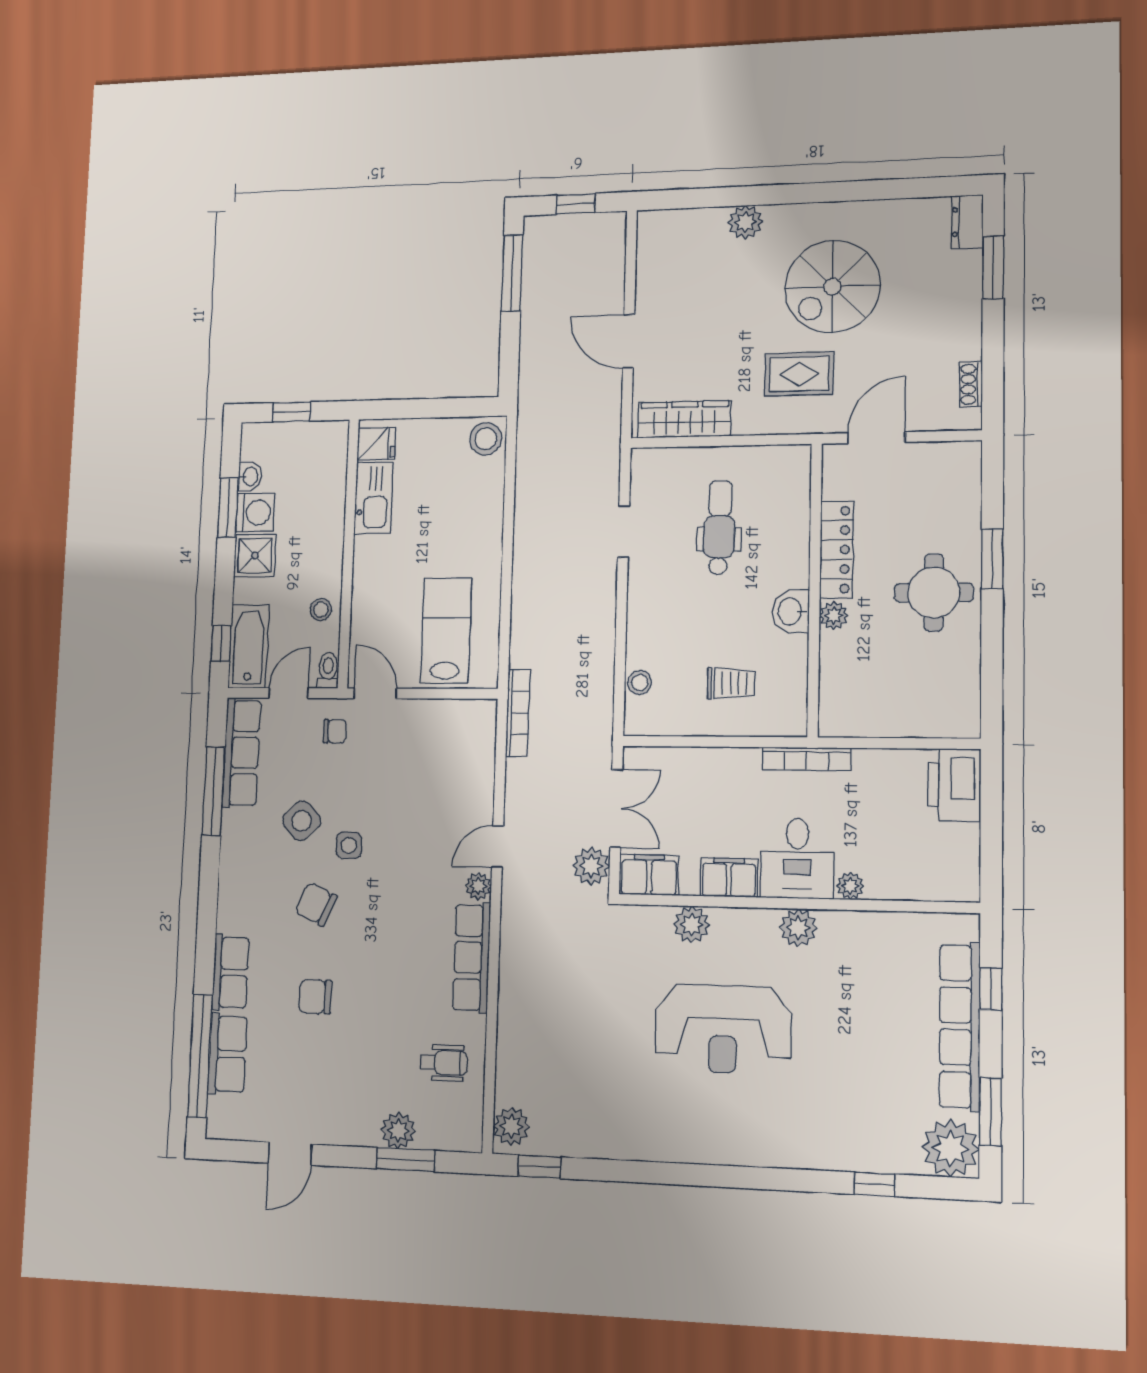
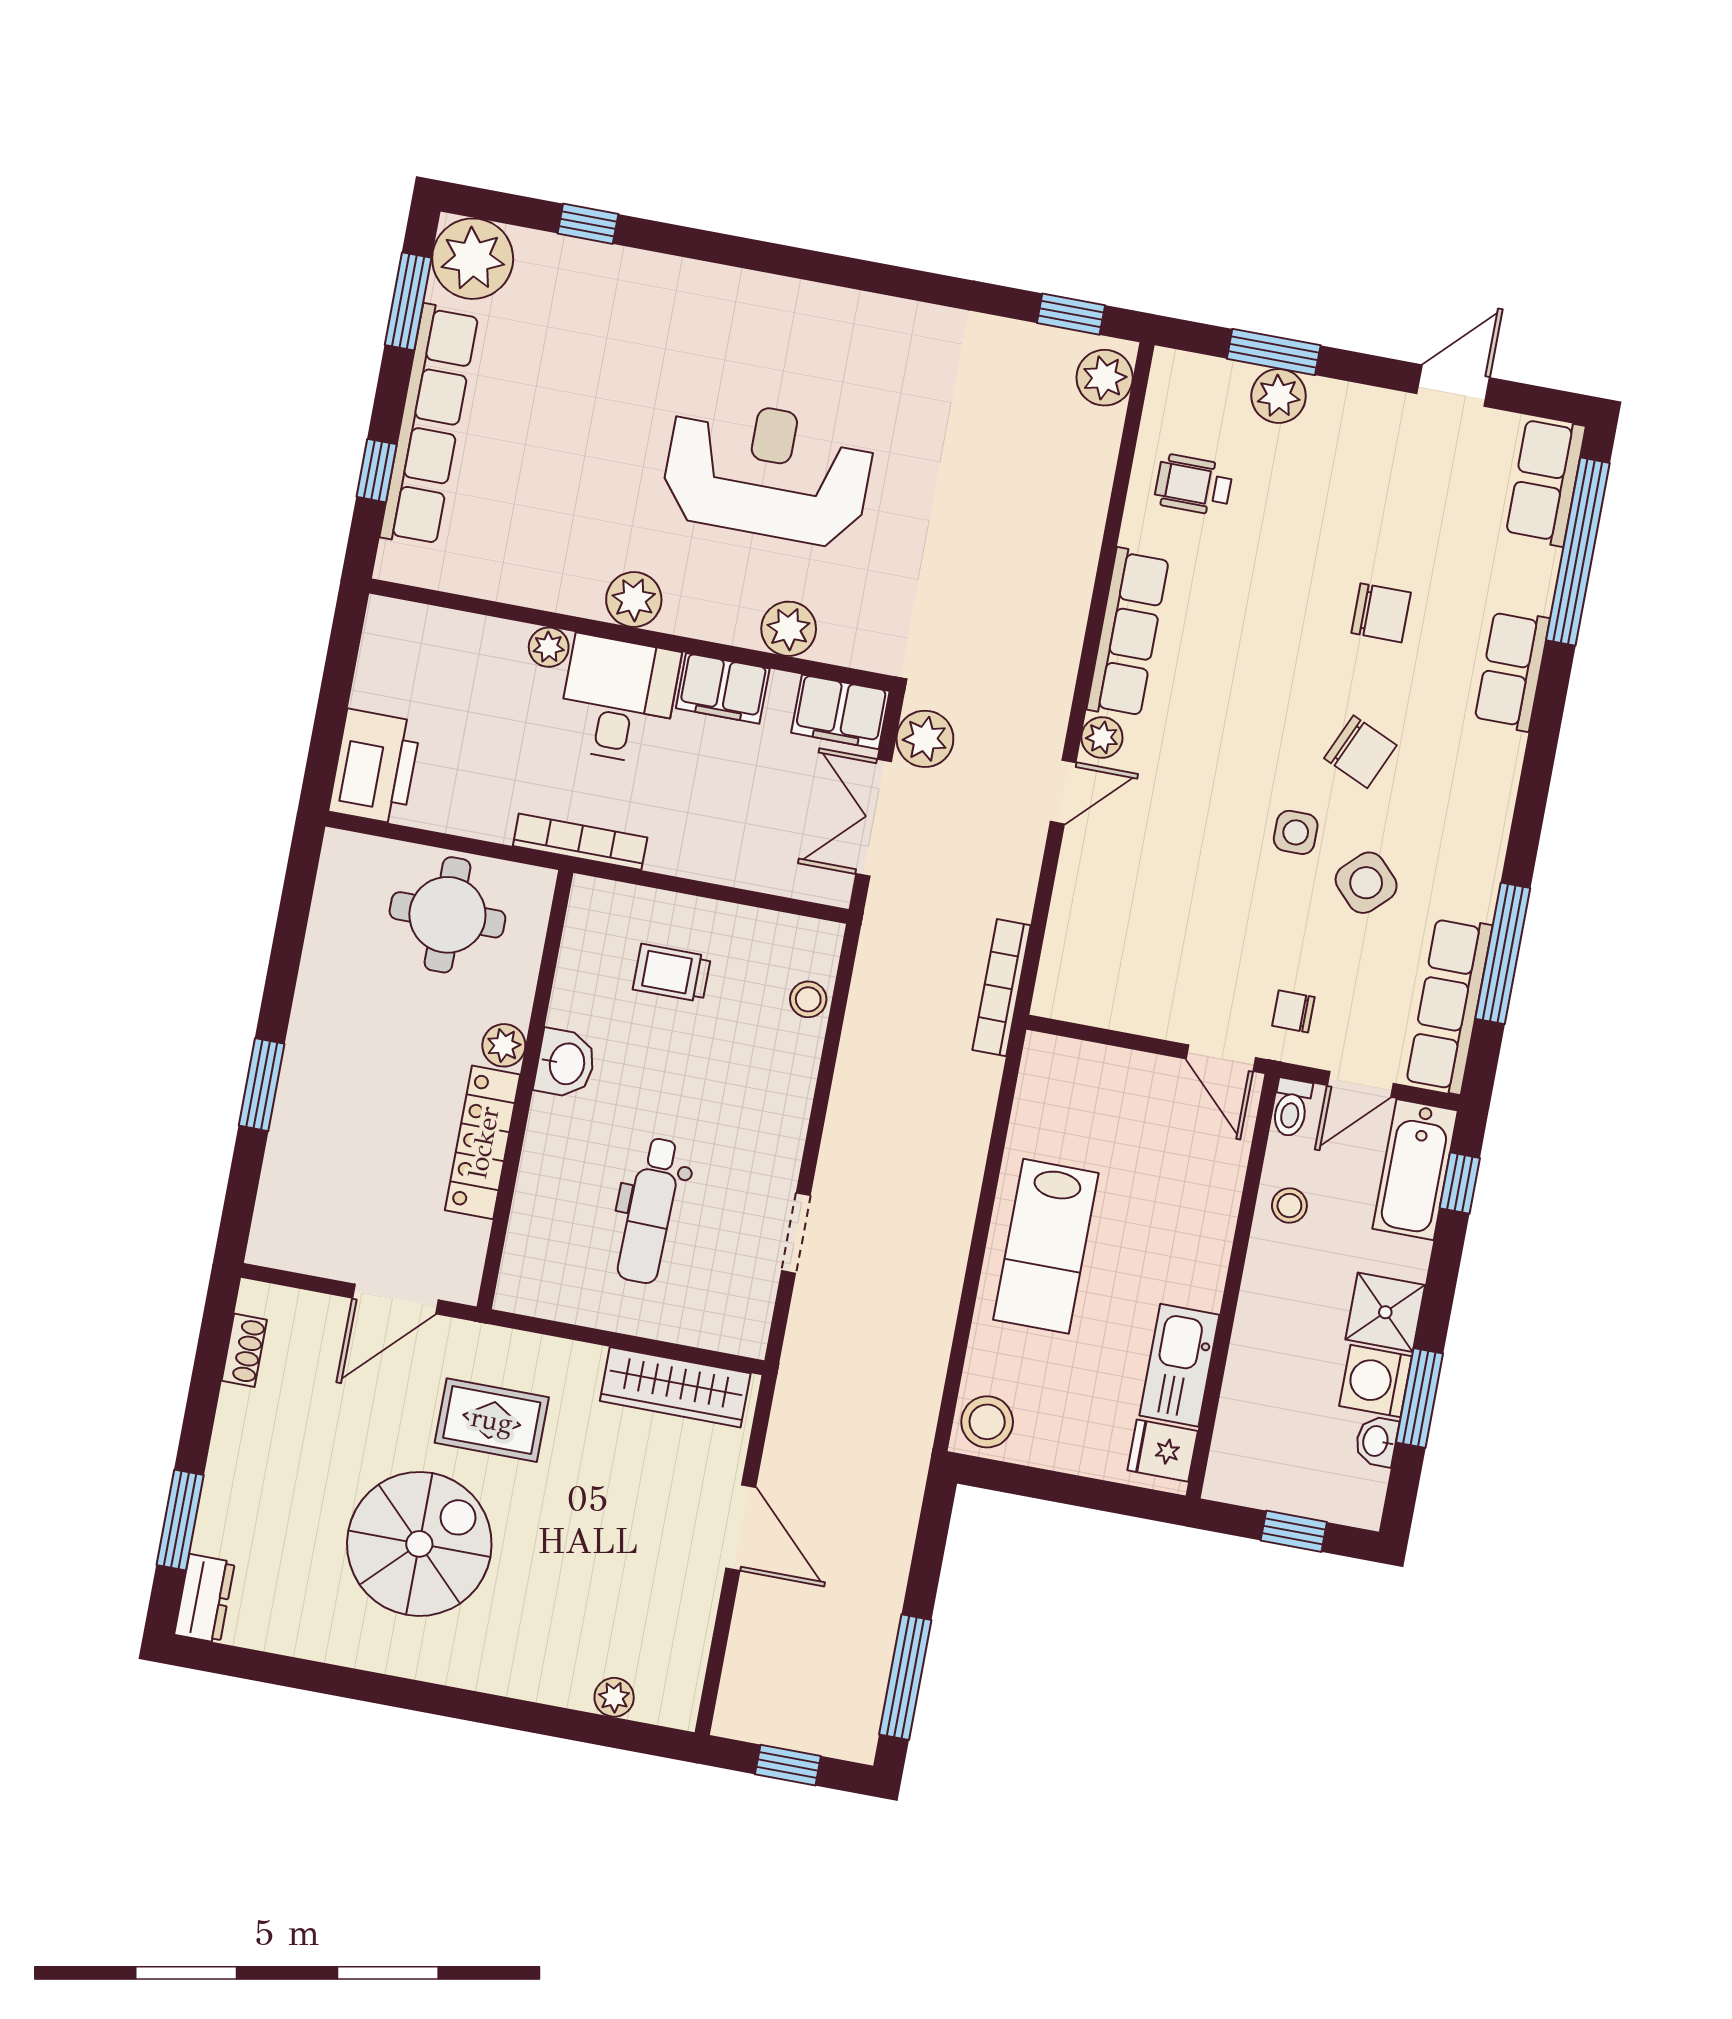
plant: (745, 222) -> (614, 1697), moved, width x0.73, depth x0.73
round table: (934, 593) -> (447, 915), moved
lab bench: (446, 631) -> (1046, 1246), moved
row of seats: (227, 1054) -> (1546, 481), moved

